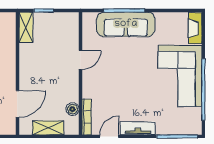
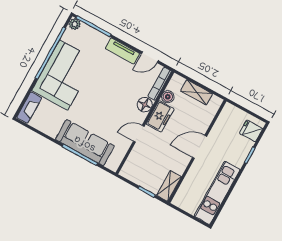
freezer: (70, 87) -> (160, 116), added
floor lamp: (90, 90) -> (145, 105), added
door: (17, 104) -> (200, 147), moved
plant: (196, 129) -> (75, 24), added

